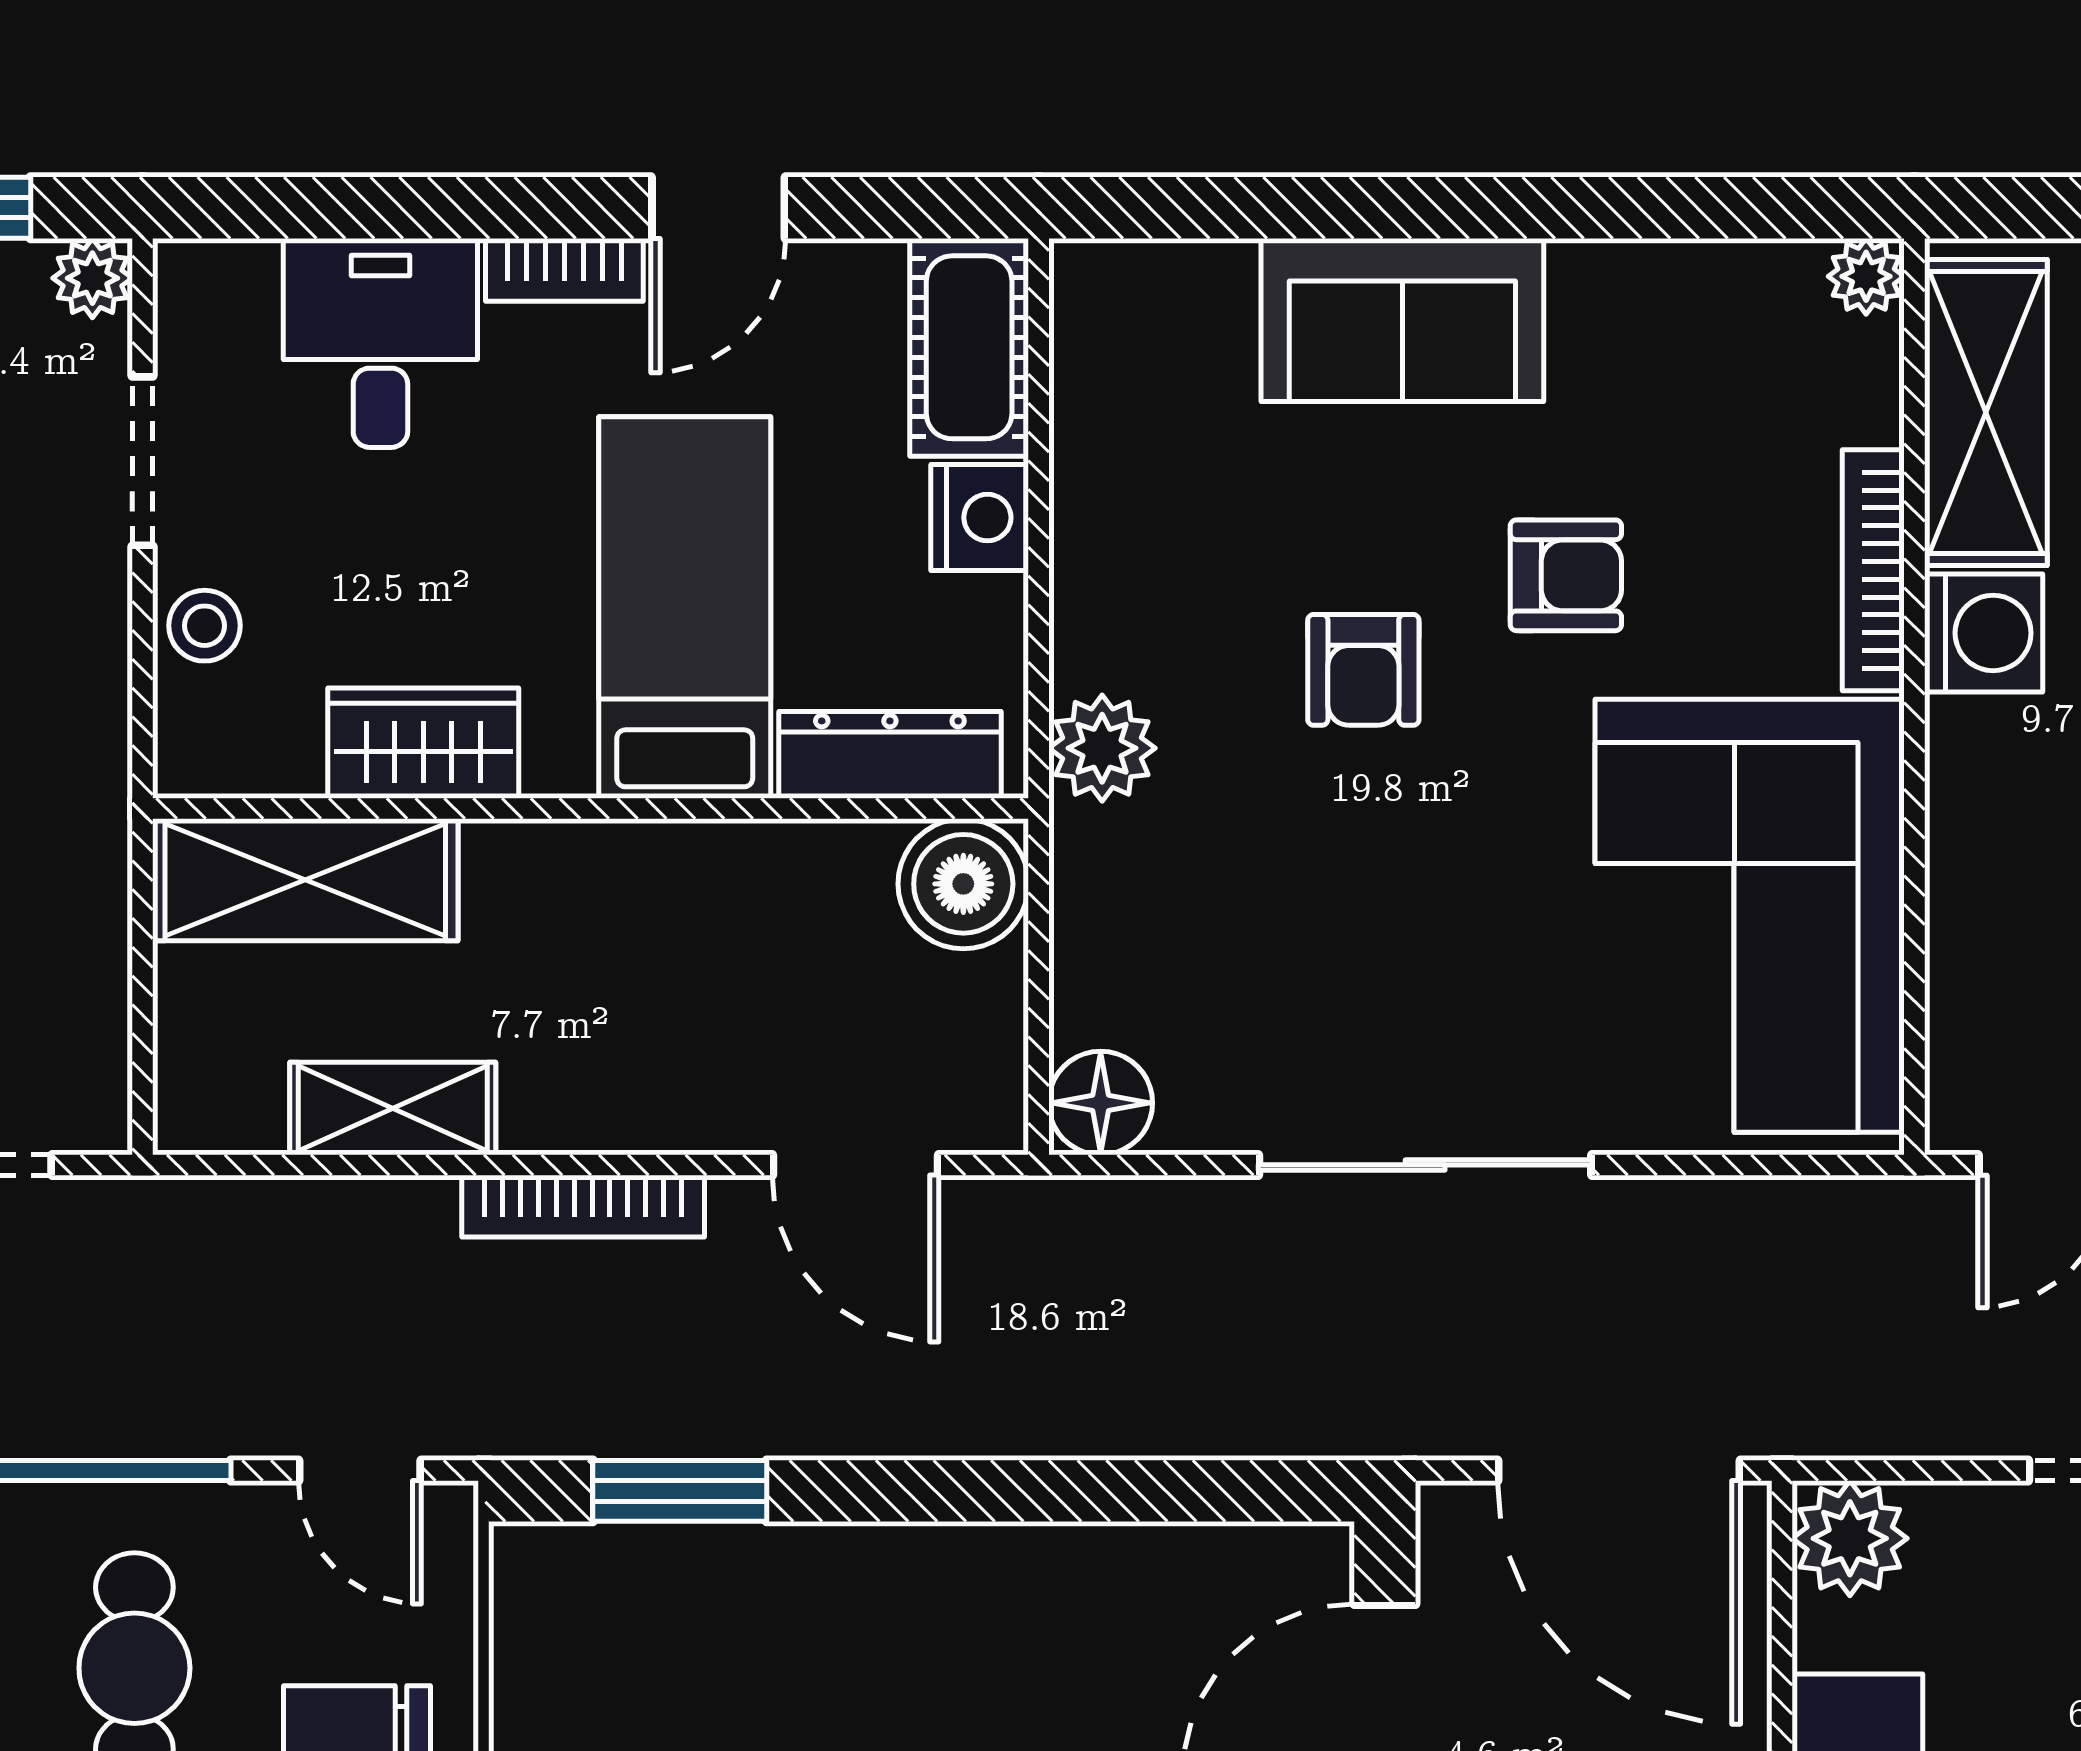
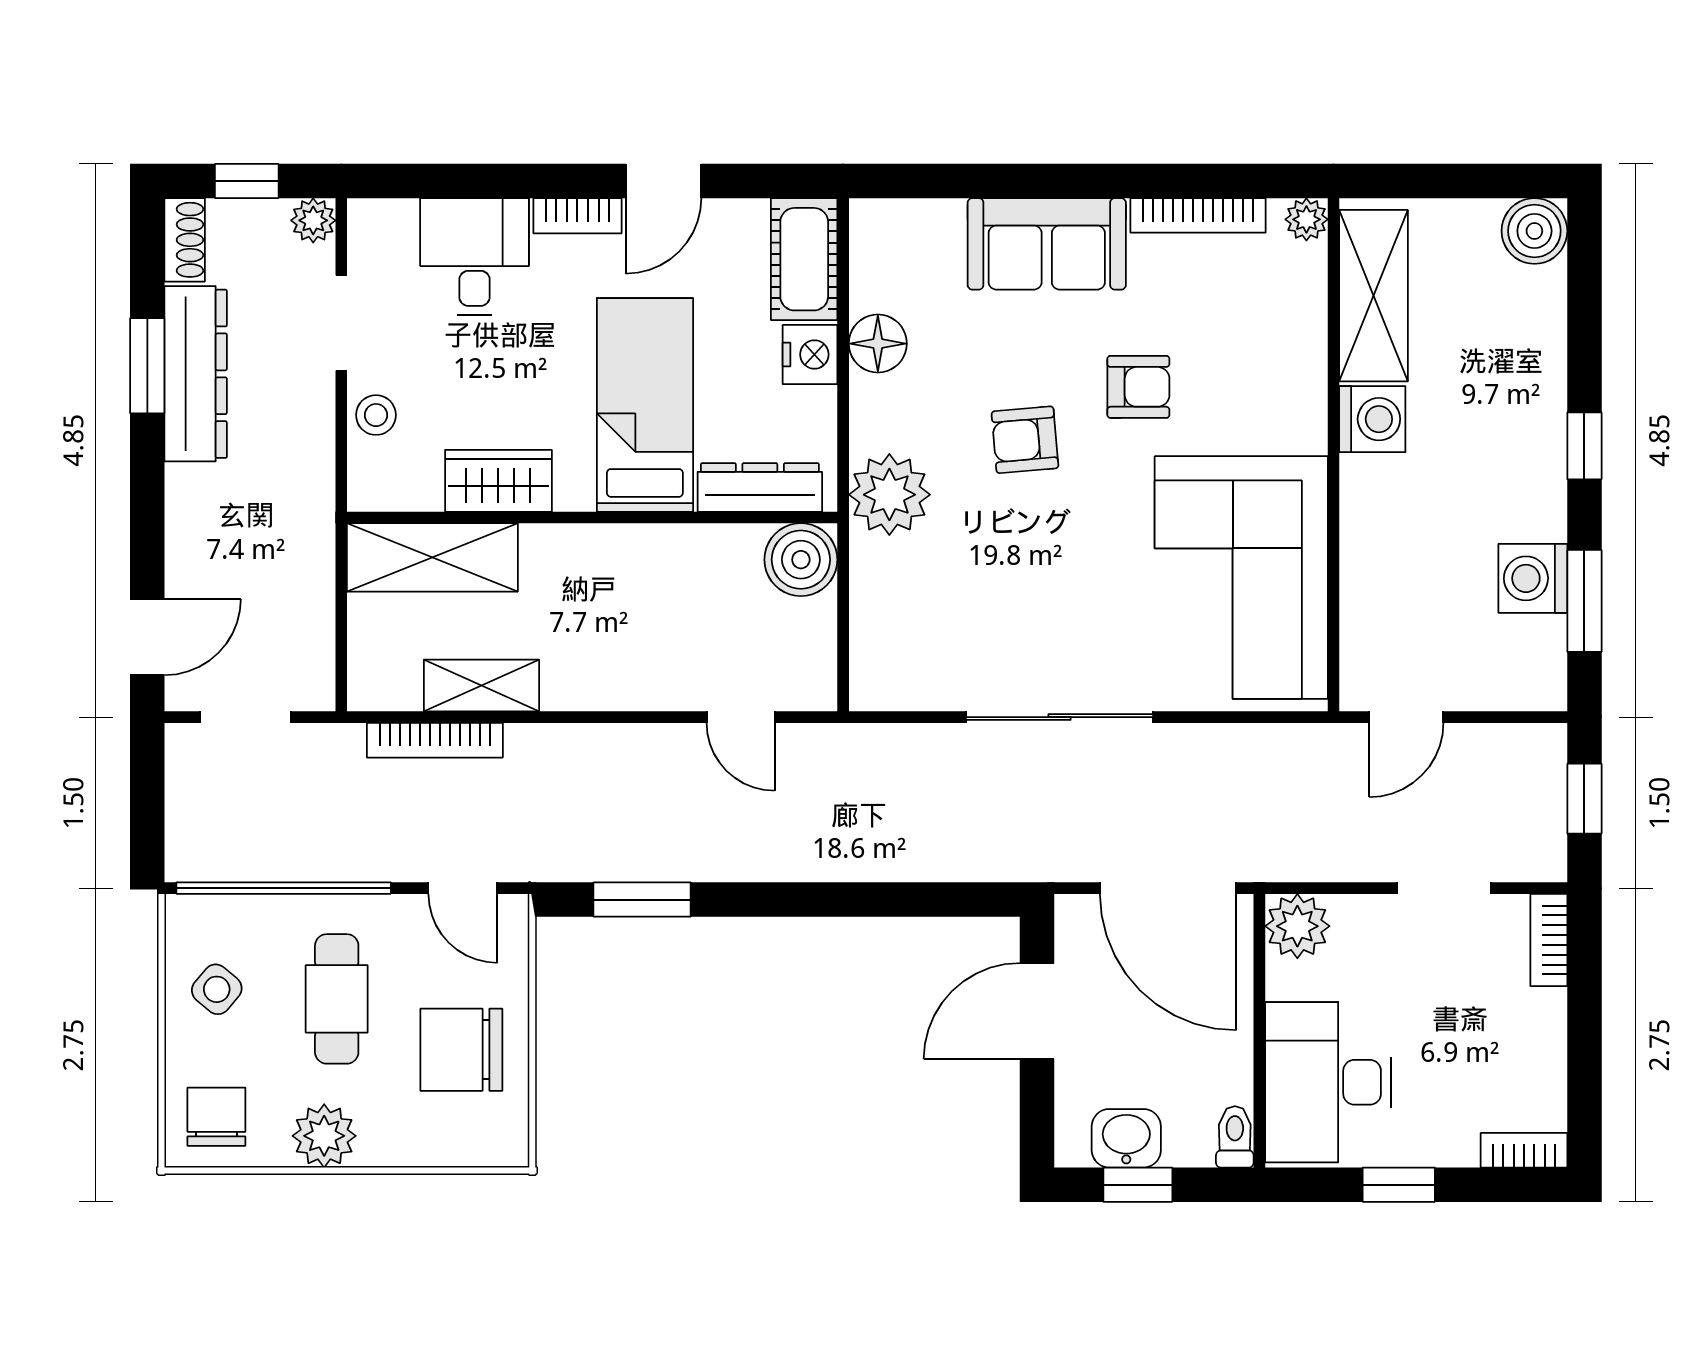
bookcase: (1873, 570) -> (1198, 215), moved, turned -90
armchair: (1363, 670) -> (1025, 440), turned 85
plant: (1102, 748) -> (889, 495), width x1.36, depth x1.36
floor lamp: (1101, 1103) -> (878, 344), moved
door: (856, 1165) -> (741, 717), width x0.73
bookcase: (583, 1206) -> (435, 740), moved

